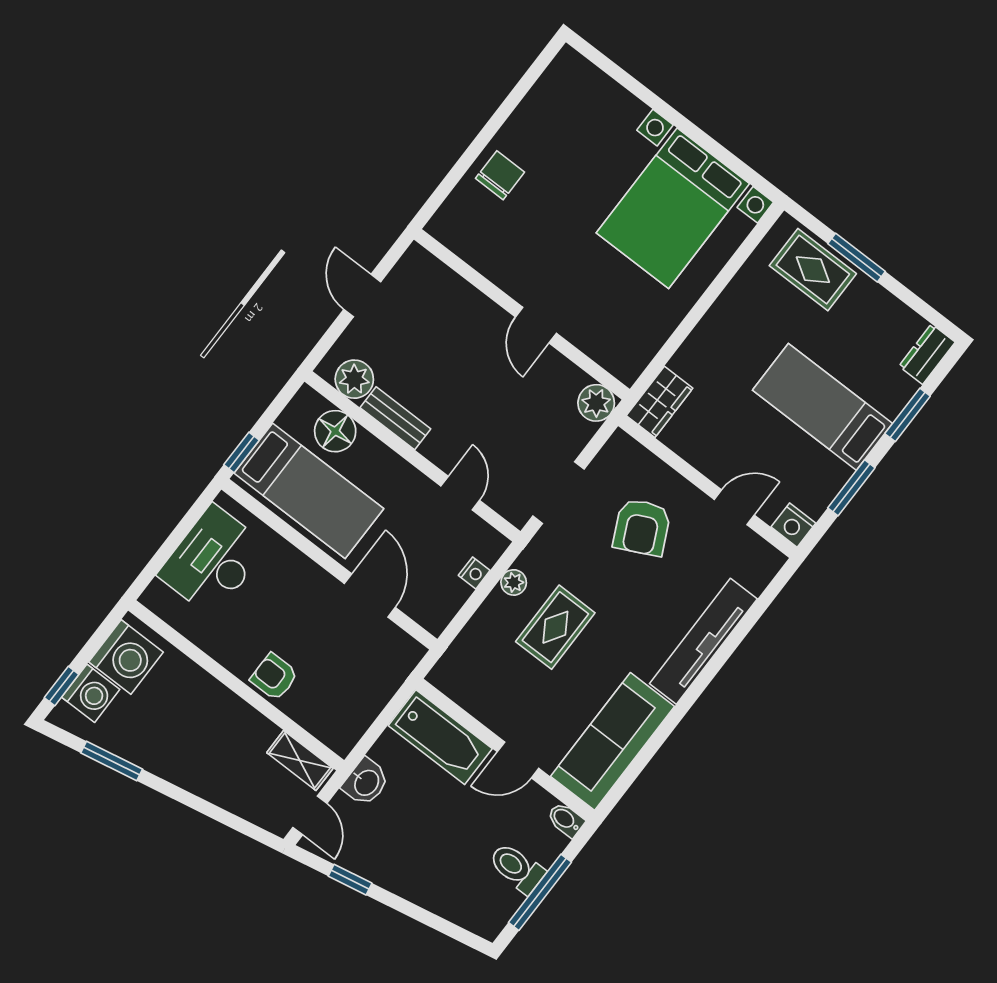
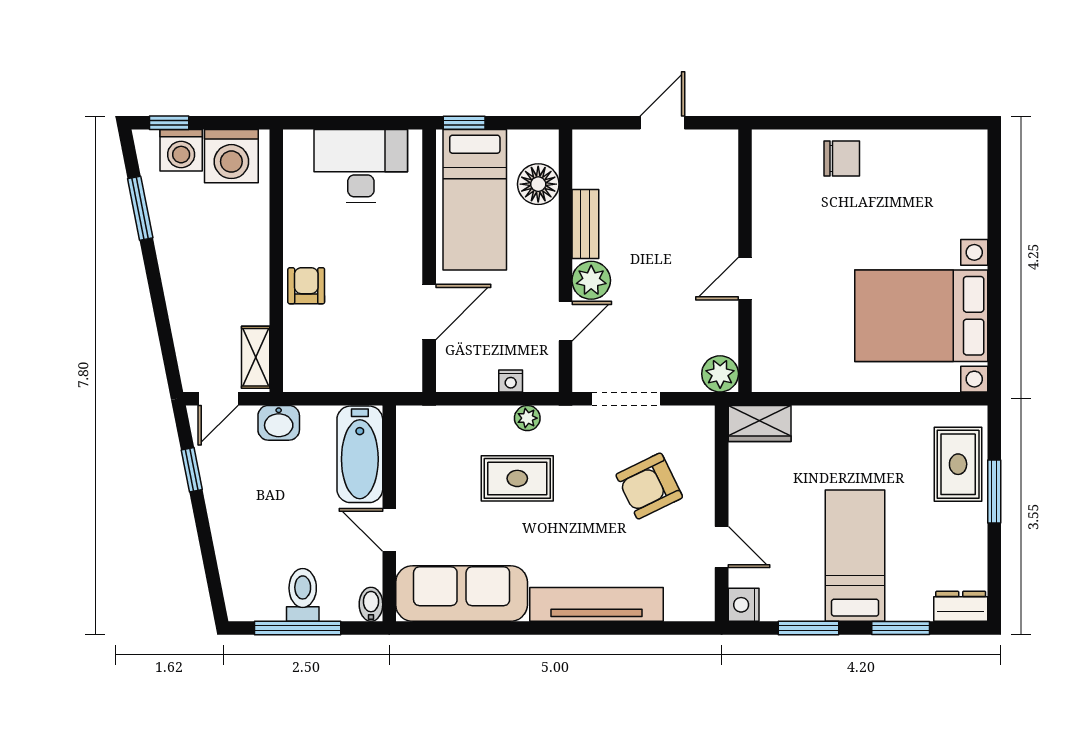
plant: (354, 379) -> (591, 280), moved

